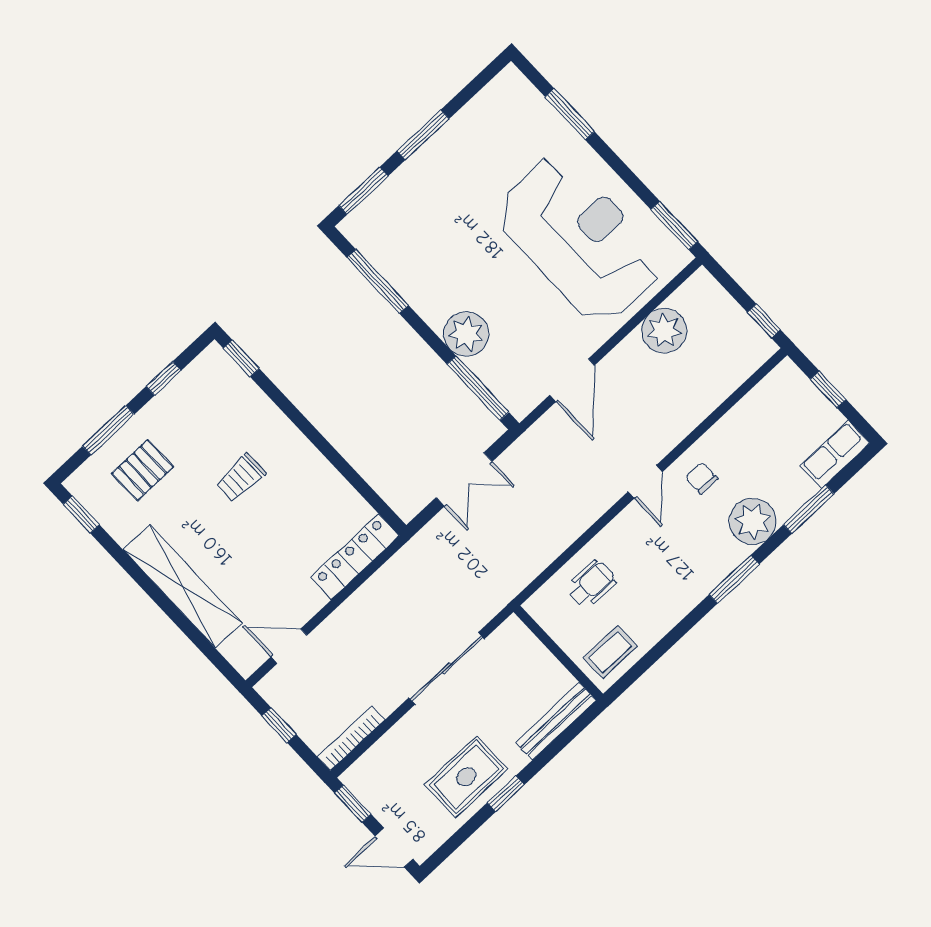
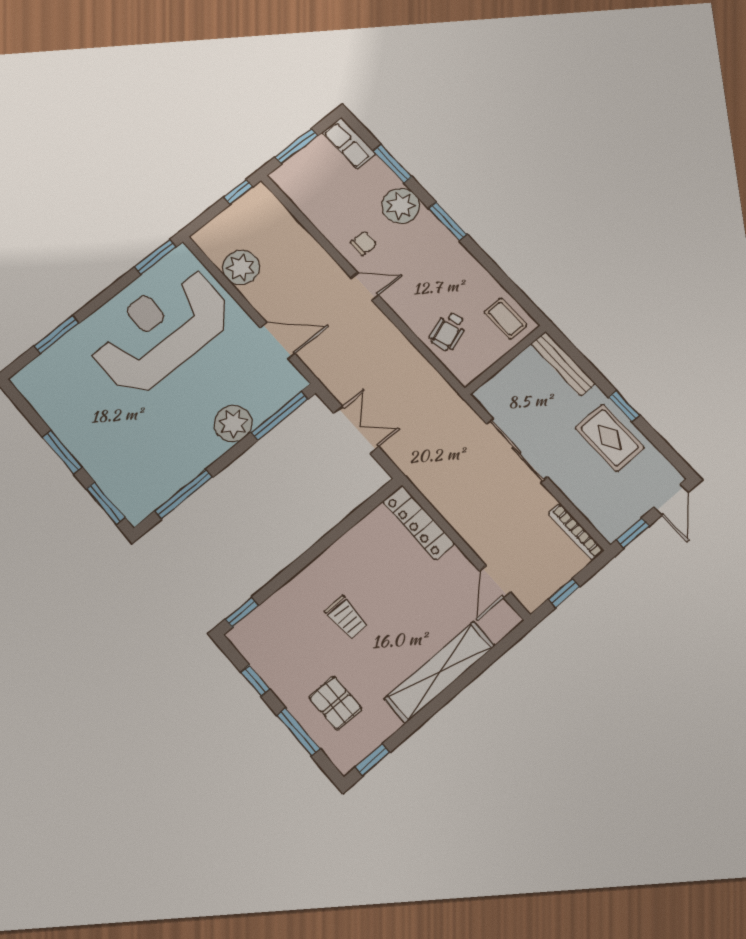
window: (828, 389) -> (296, 146), width x1.50
chair: (702, 478) -> (364, 243), turned 180
wheelchair: (591, 584) -> (448, 331), turned -109

